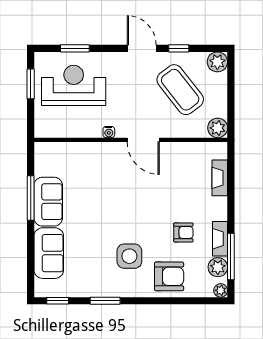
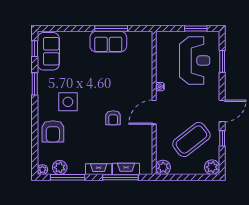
window: (231, 185) -> (120, 177), added
armchair: (183, 232) -> (113, 118), moved
fireplace: (220, 239) -> (99, 169), moved
sofa: (49, 253) -> (48, 51), moved, turned -90

